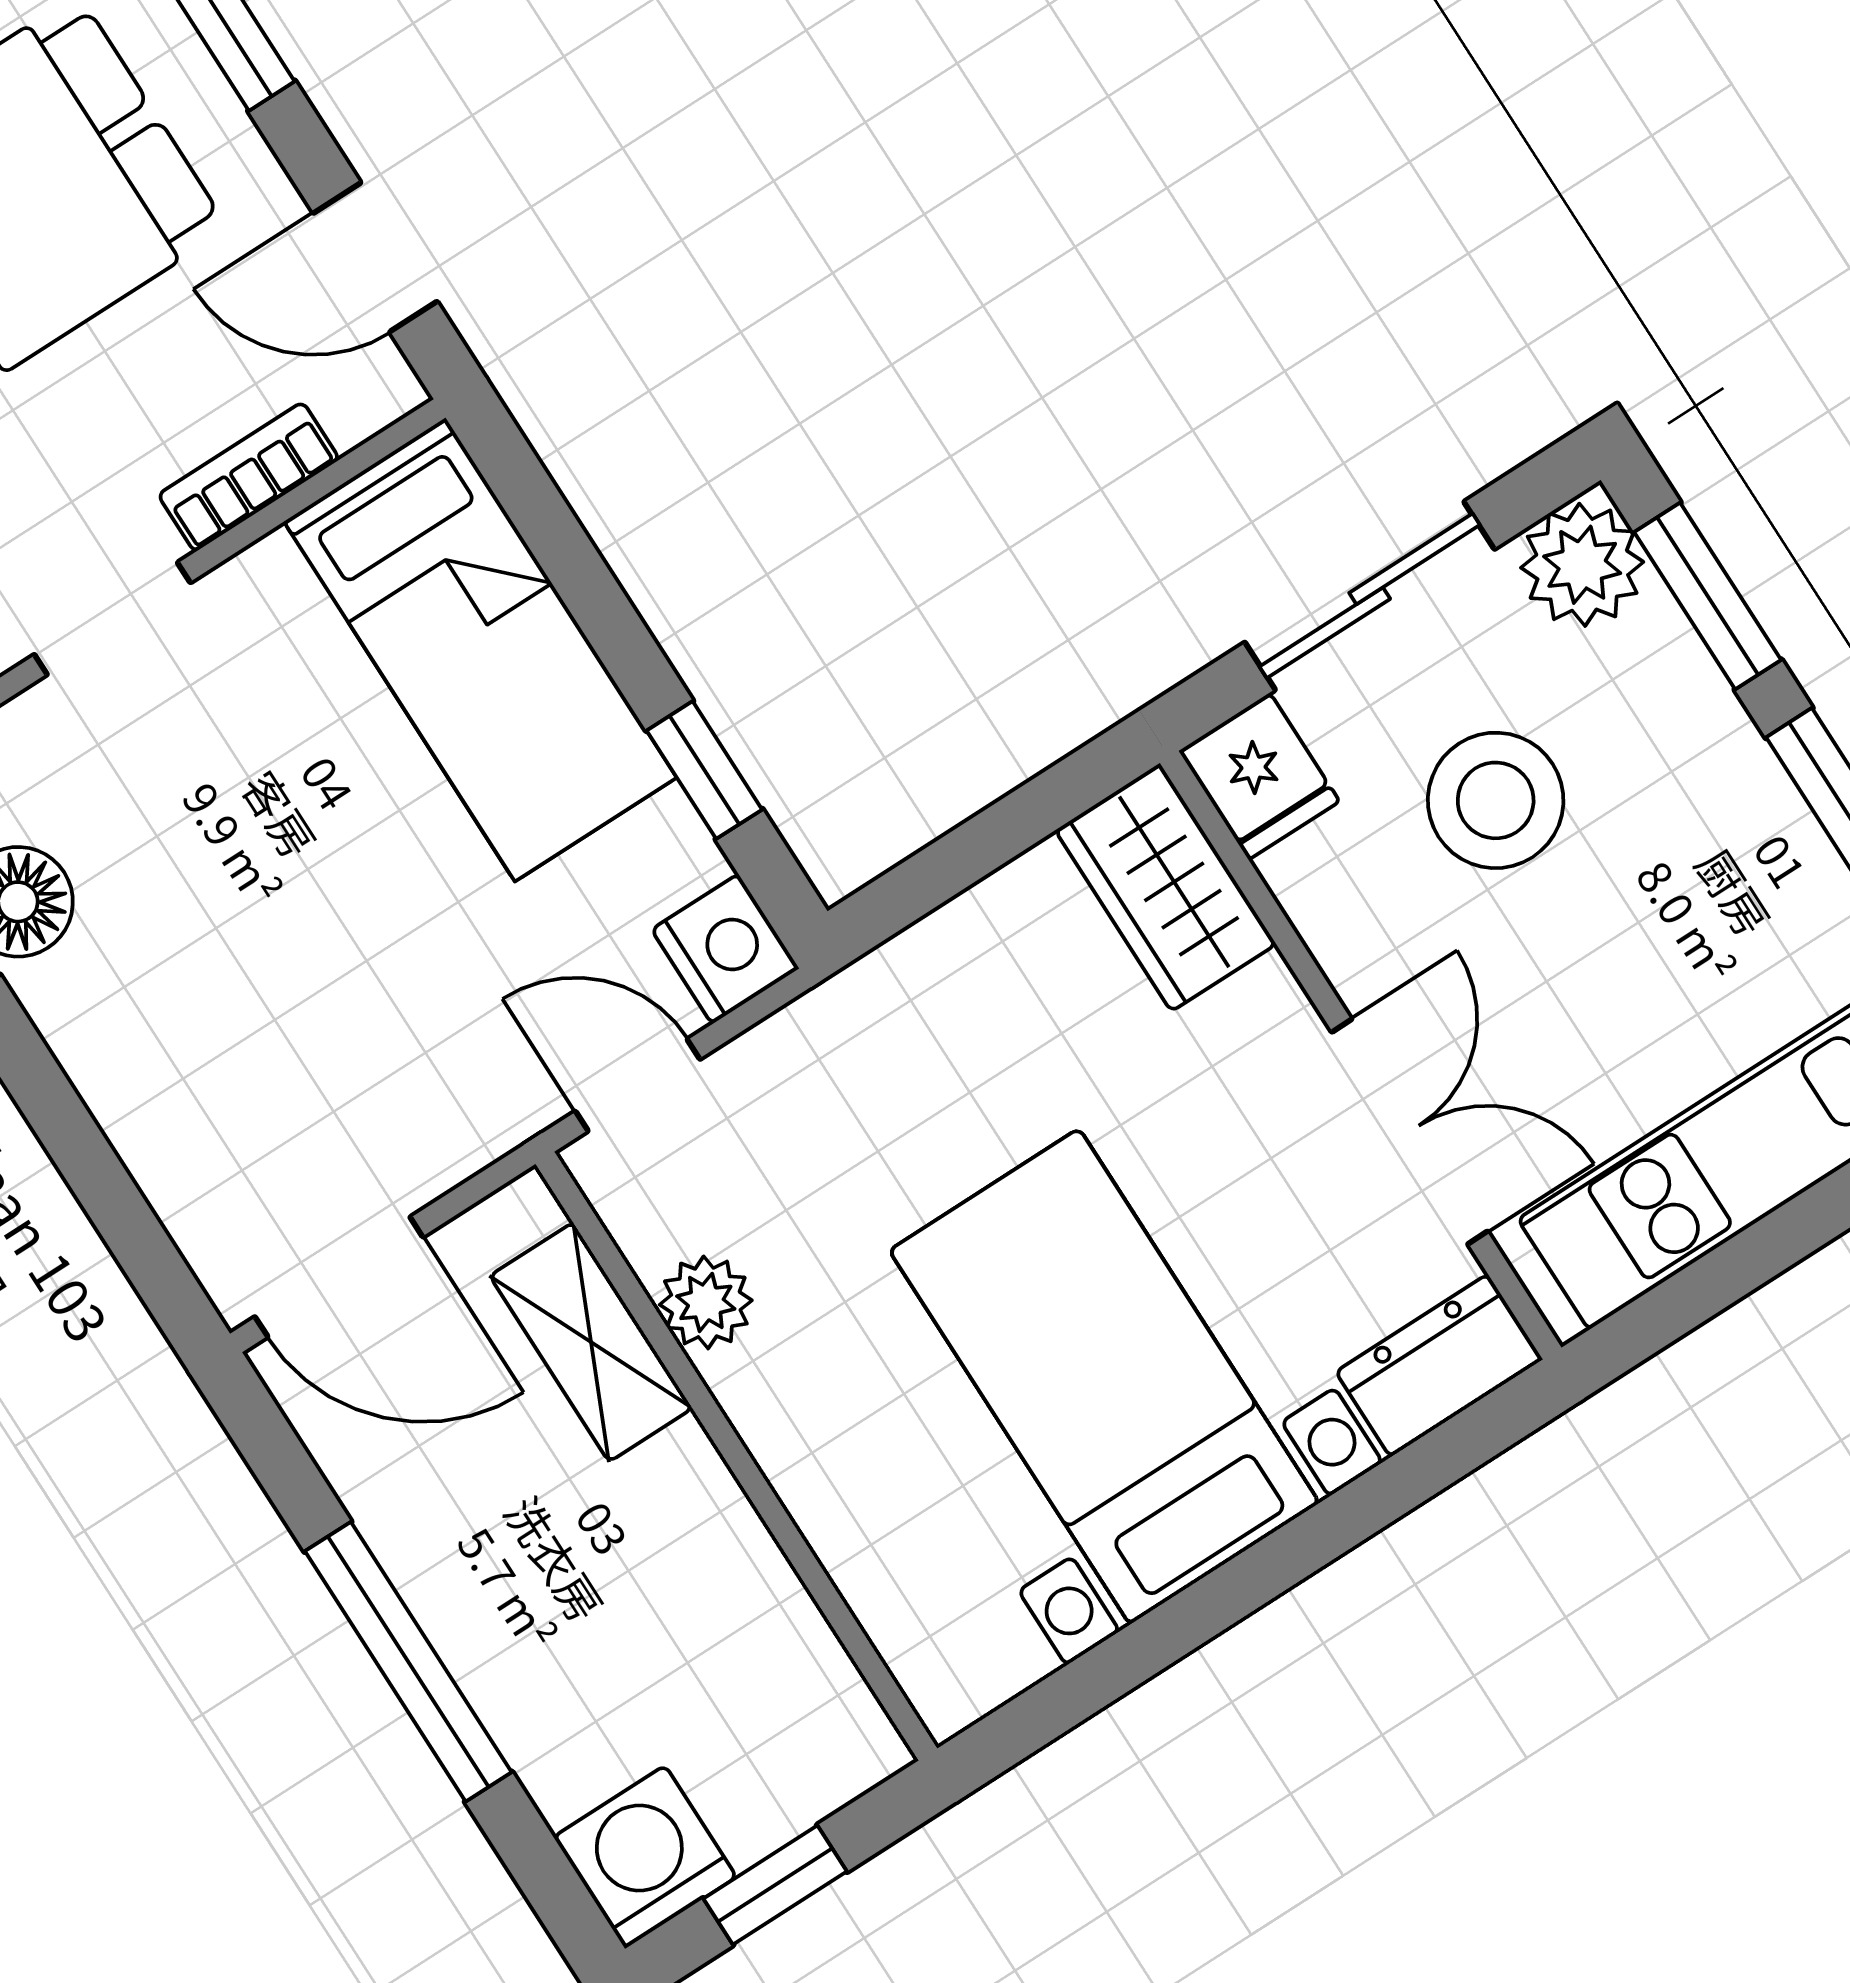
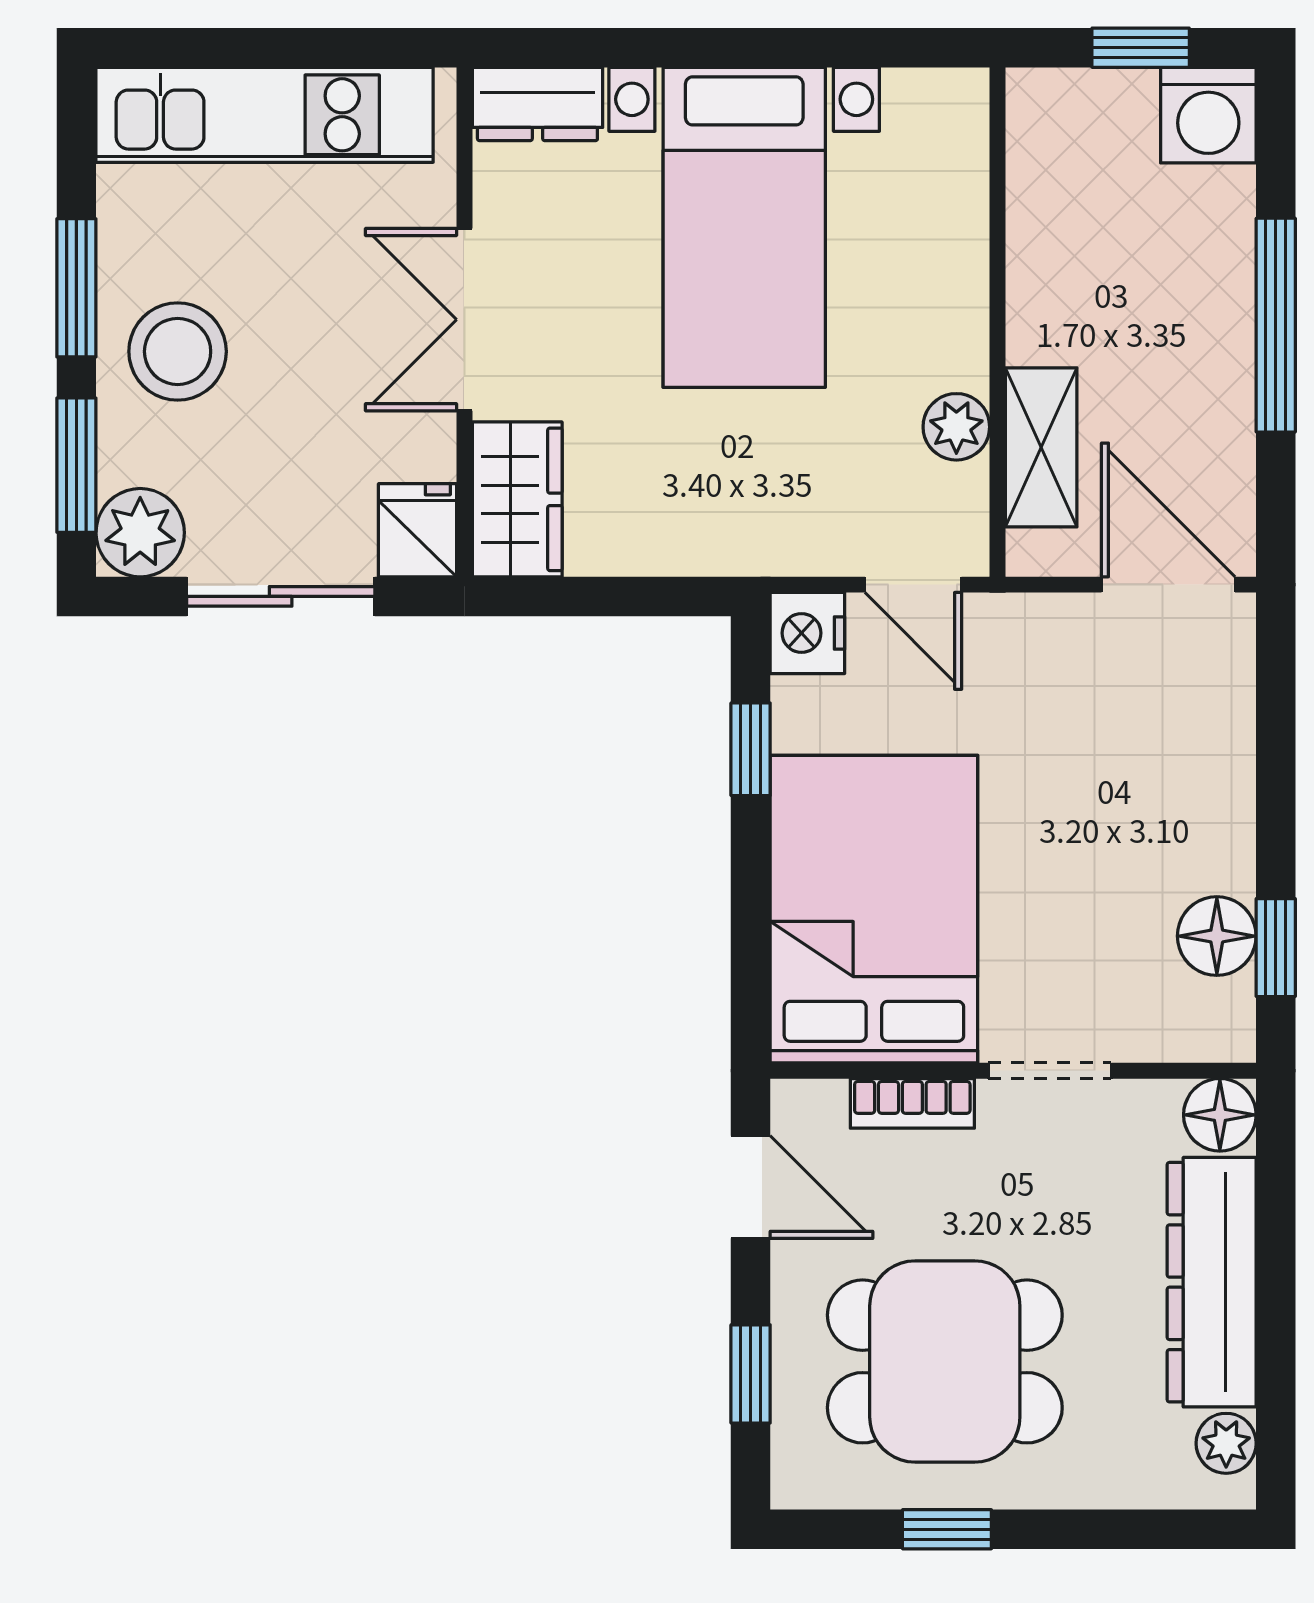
bed: (480, 650) -> (874, 909), width x1.50
stool: (1496, 800) -> (178, 351), moved
double door: (1410, 1132) -> (464, 320), moved

